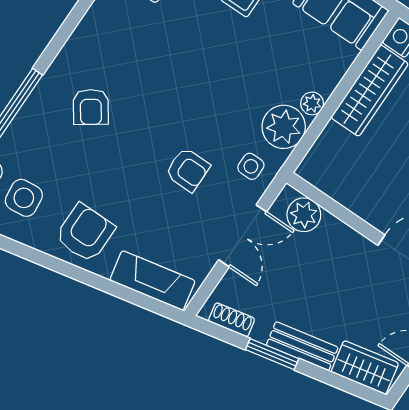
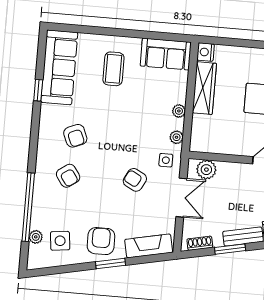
armchair: (136, 53) -> (75, 136), added
plant: (284, 127) -> (177, 137), width x0.53, depth x0.53
armchair: (188, 170) -> (135, 180), turned -152
window: (80, 275) -> (111, 264), added

